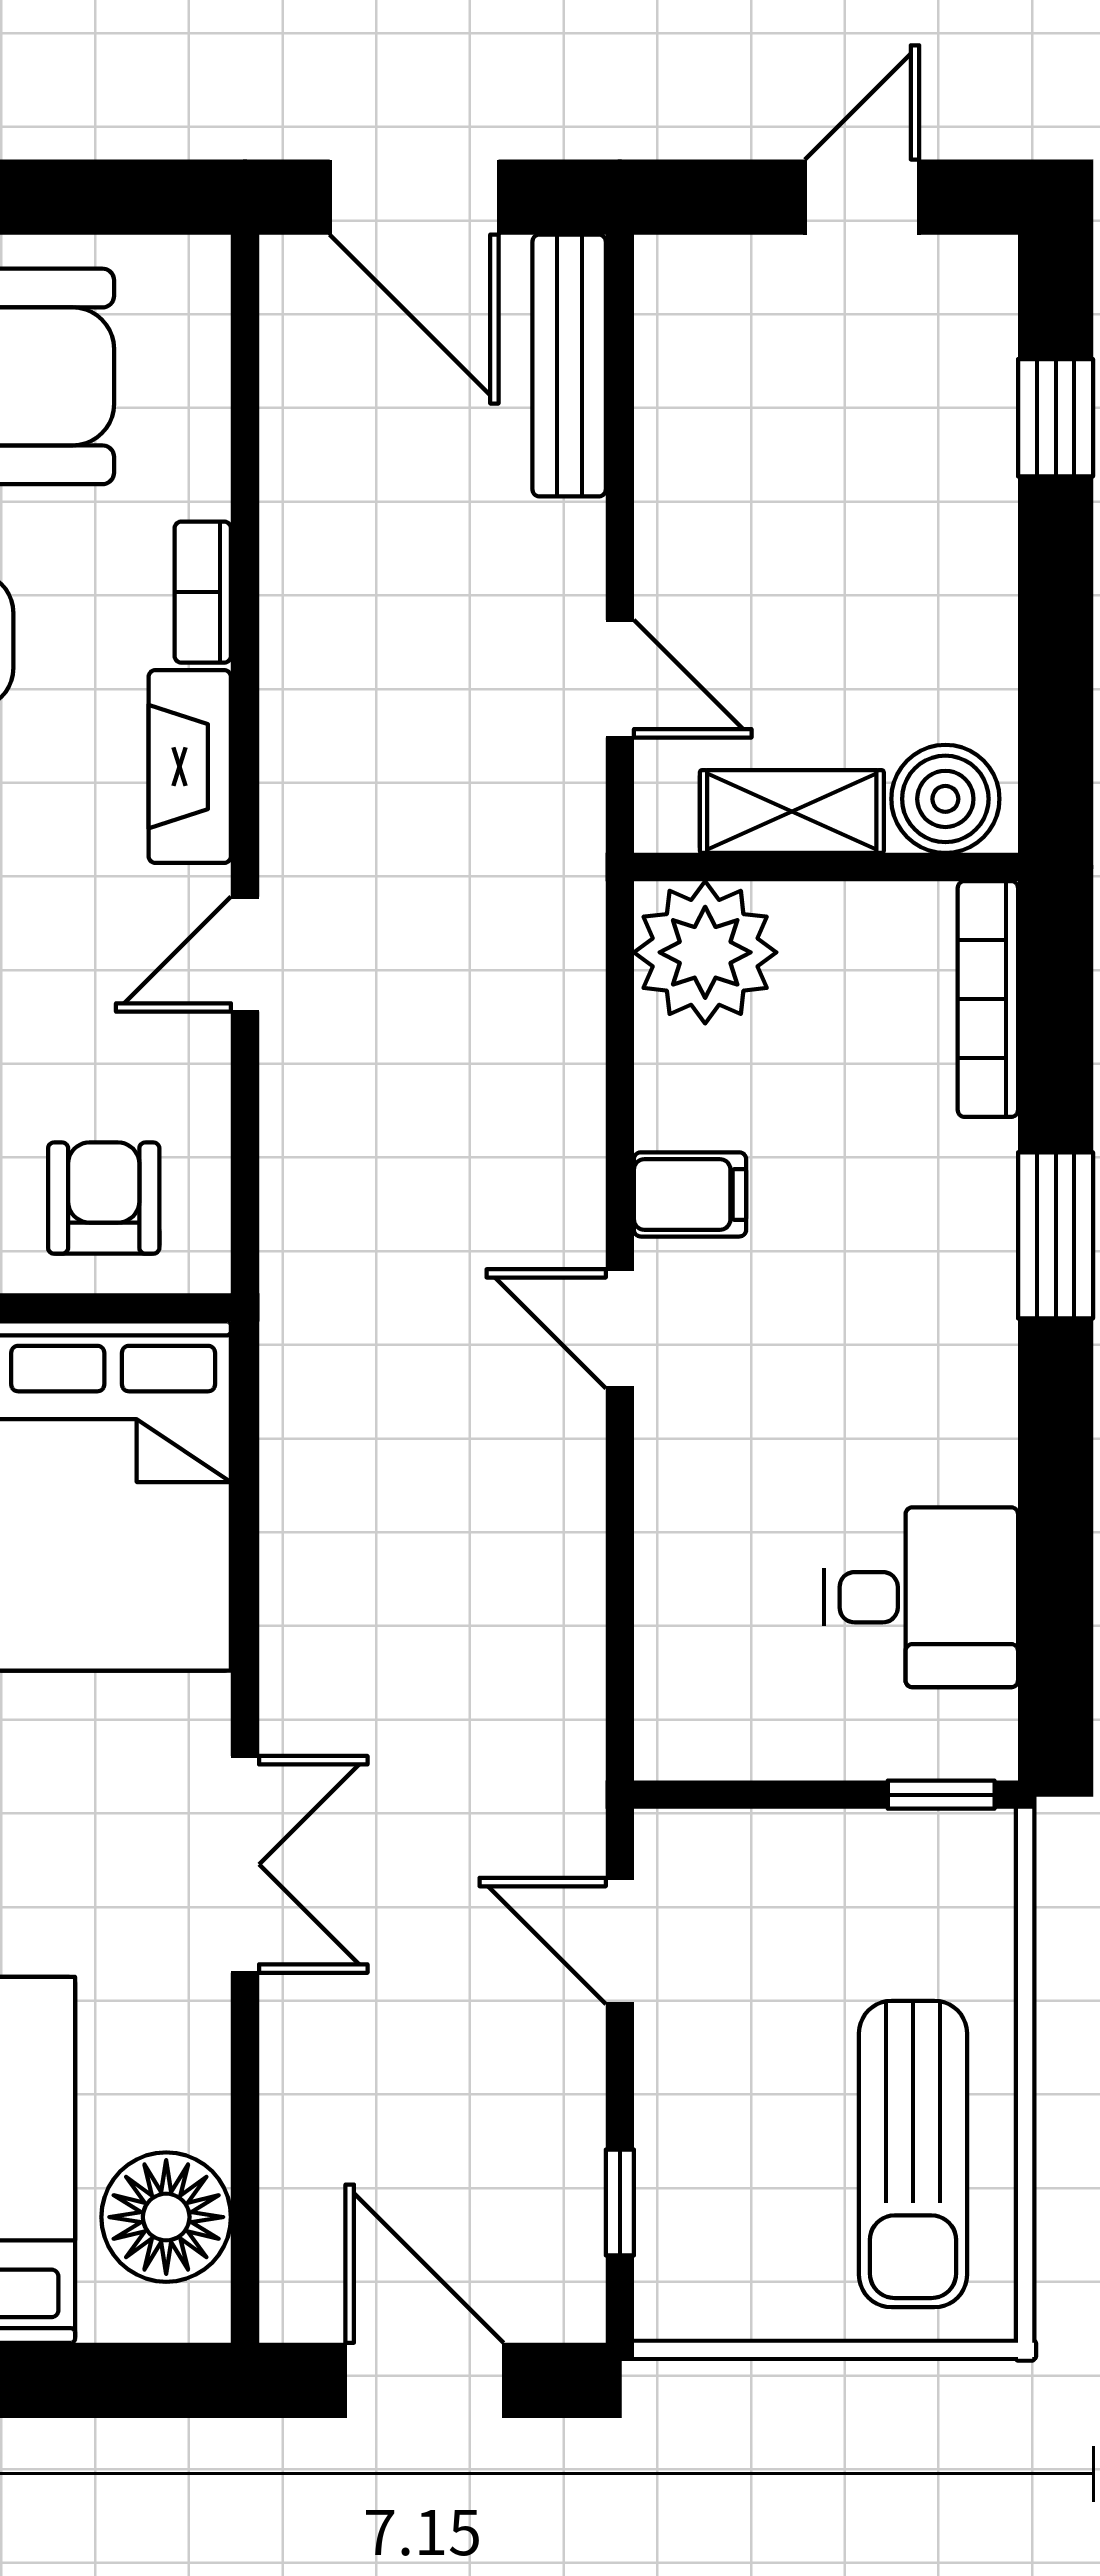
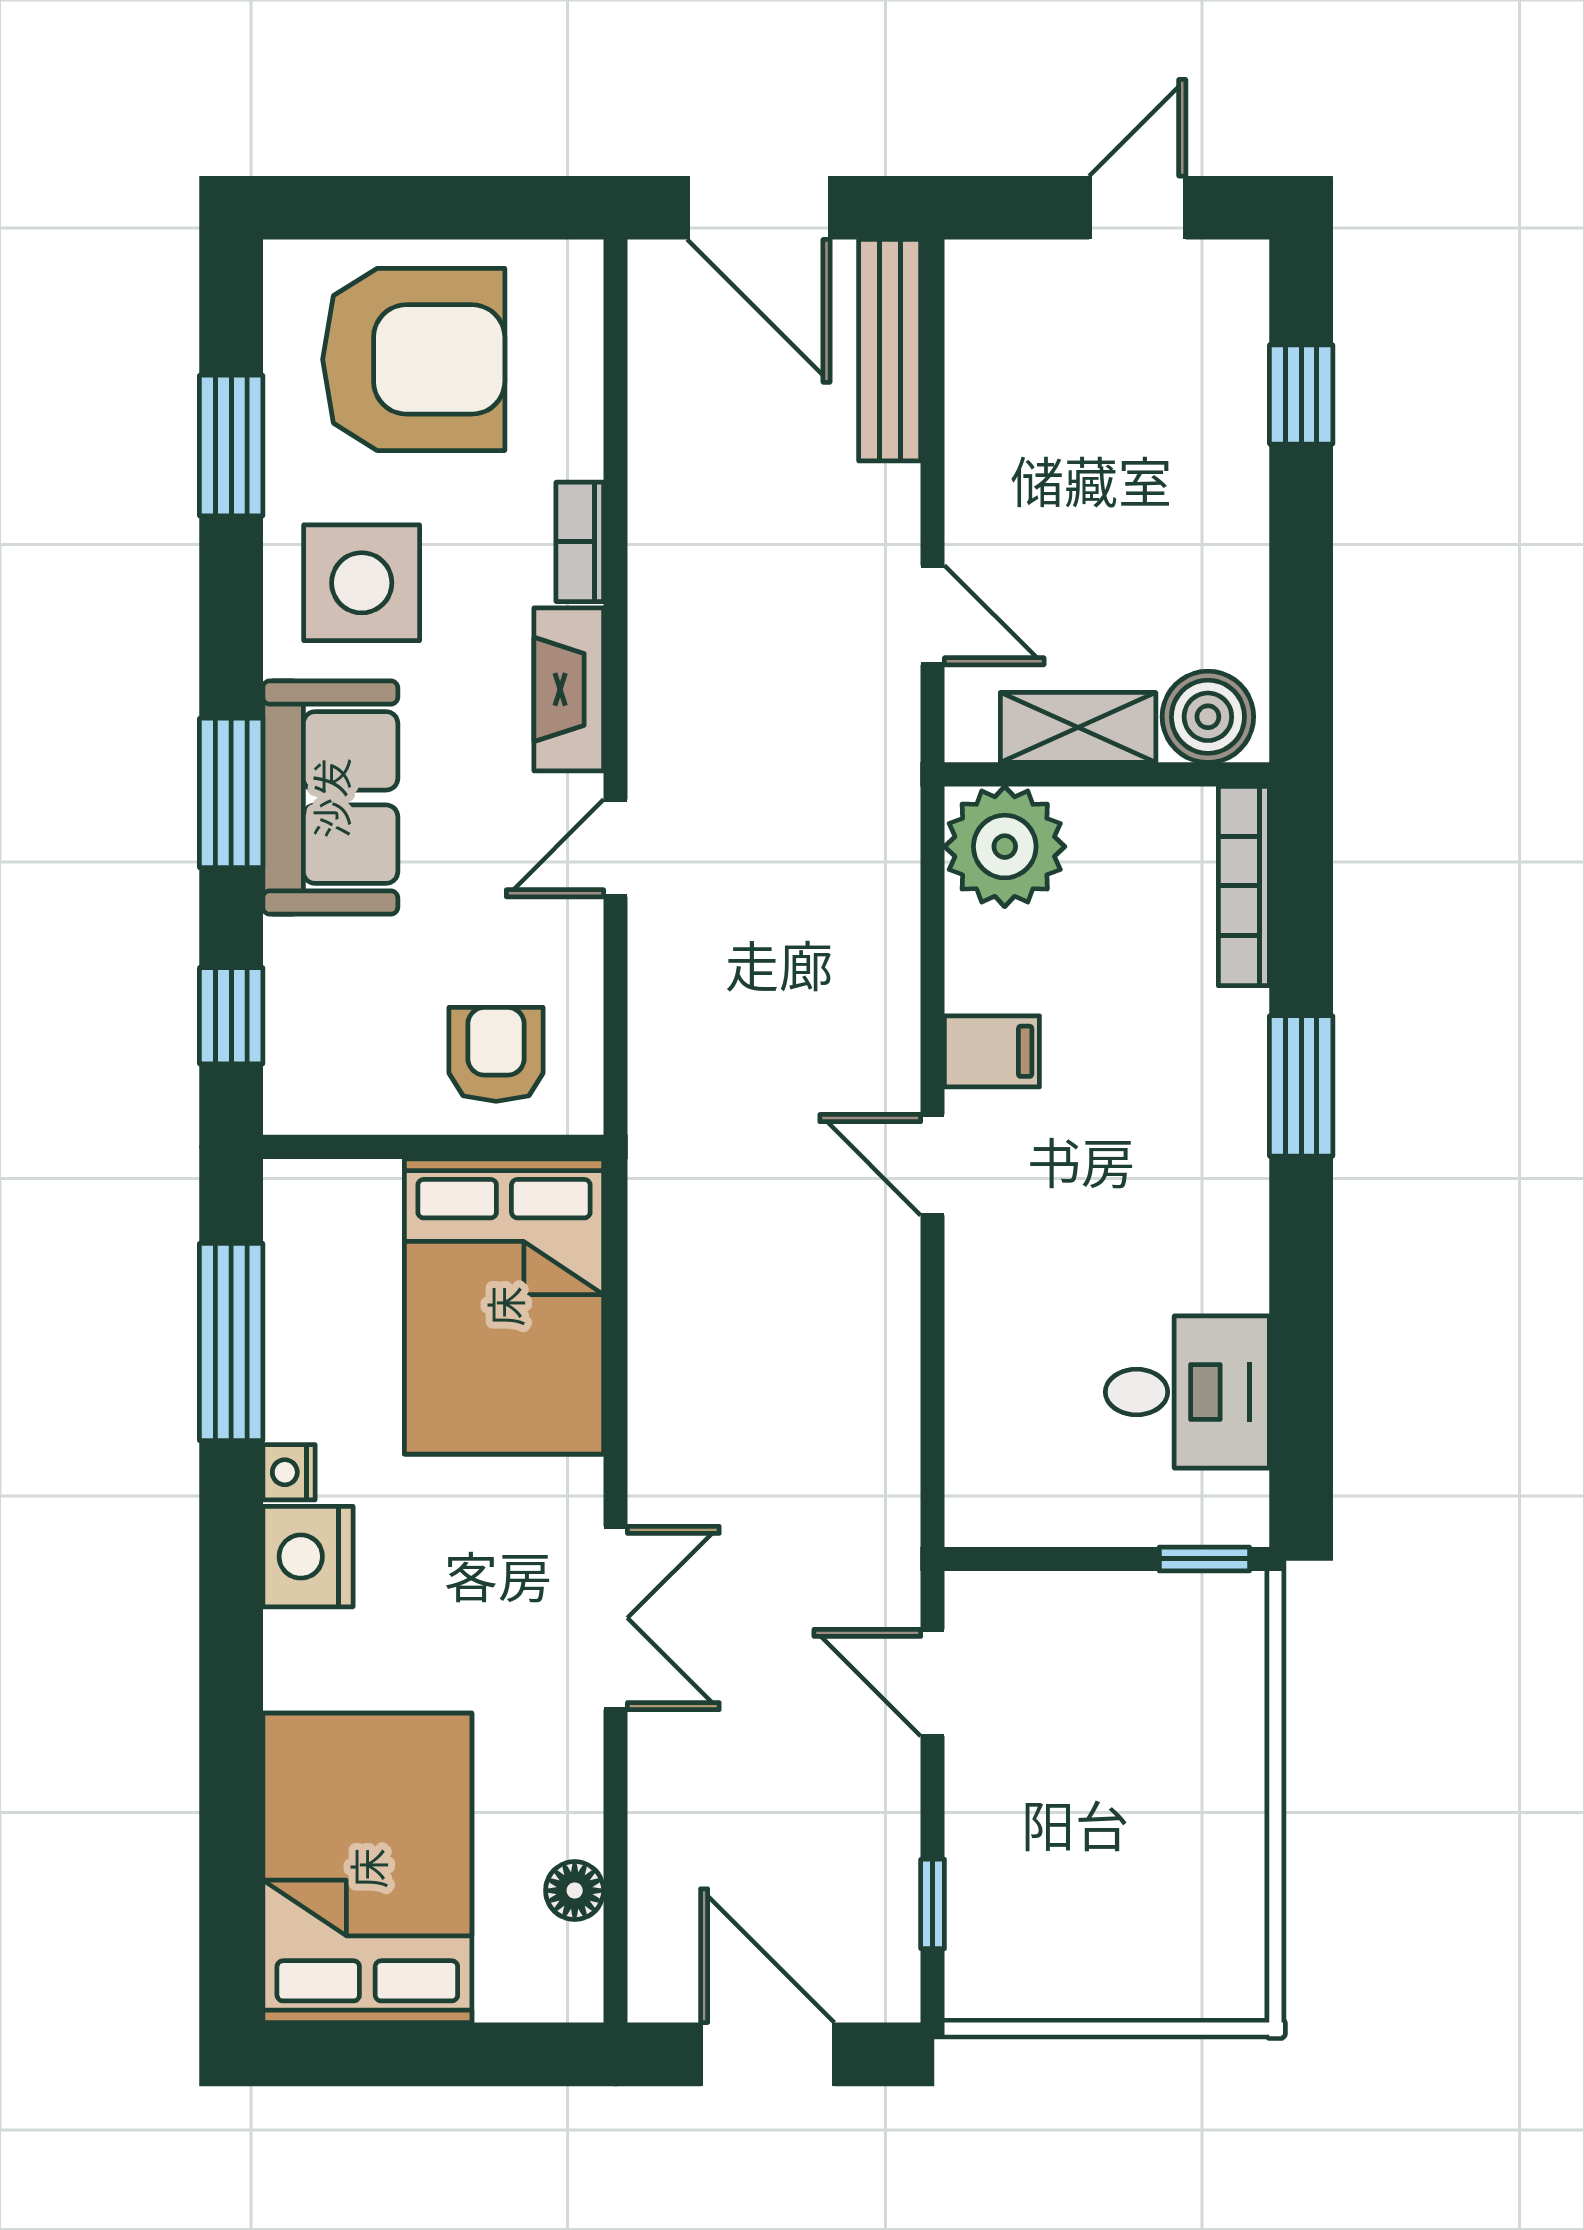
sun lounger: (913, 2154) -> (1181, 1863), removed
floor lamp: (166, 2217) -> (575, 1891), width x0.53, depth x0.53

